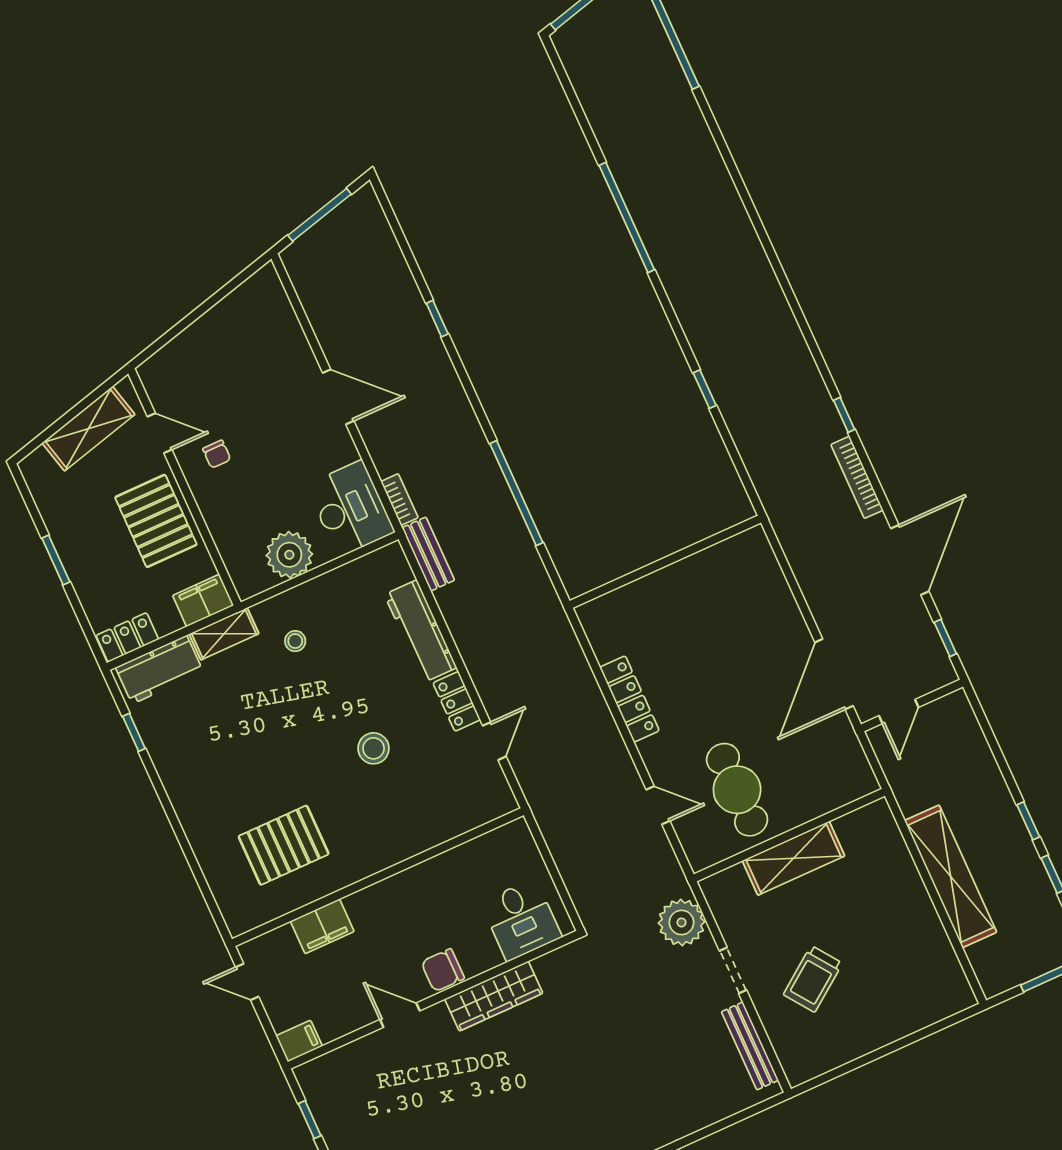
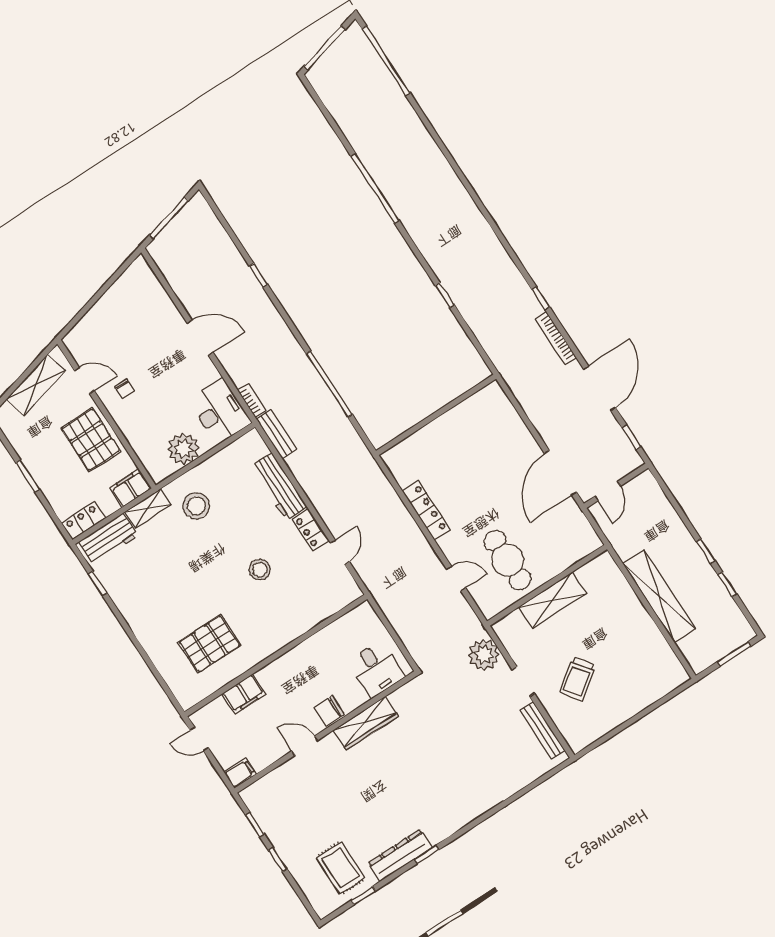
stool: (295, 641) -> (196, 506), width x1.89, depth x1.89

